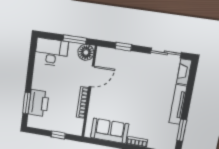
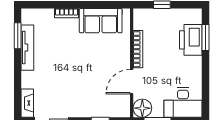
tv unit: (178, 105) -> (27, 48), moved

